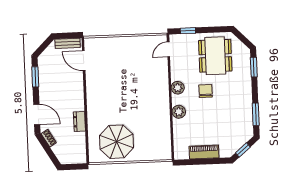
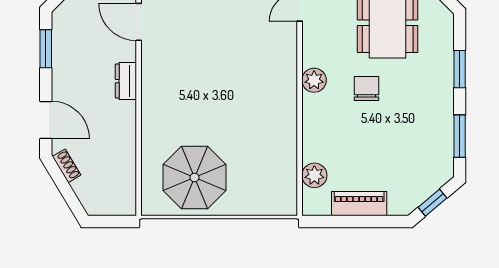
window: (254, 67) -> (460, 69), moved
plant: (179, 112) -> (314, 175), moved
dresser: (79, 122) -> (126, 81), moved

